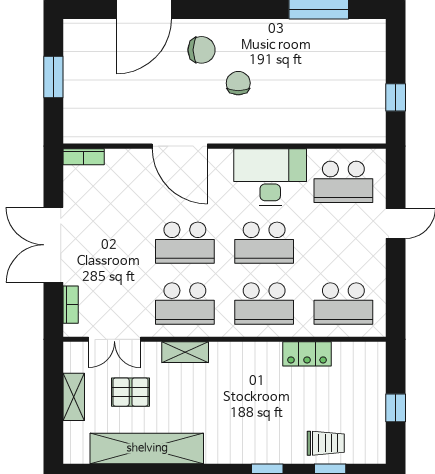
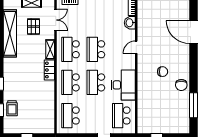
chair: (202, 50) -> (181, 85), moved
door: (180, 146) -> (136, 47), width x0.53
washbasin: (121, 161) -> (130, 23), added
double door: (114, 339) -> (56, 20), swing flipped
locker: (307, 354) -> (49, 70), moved

